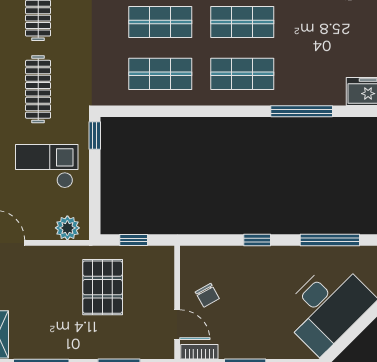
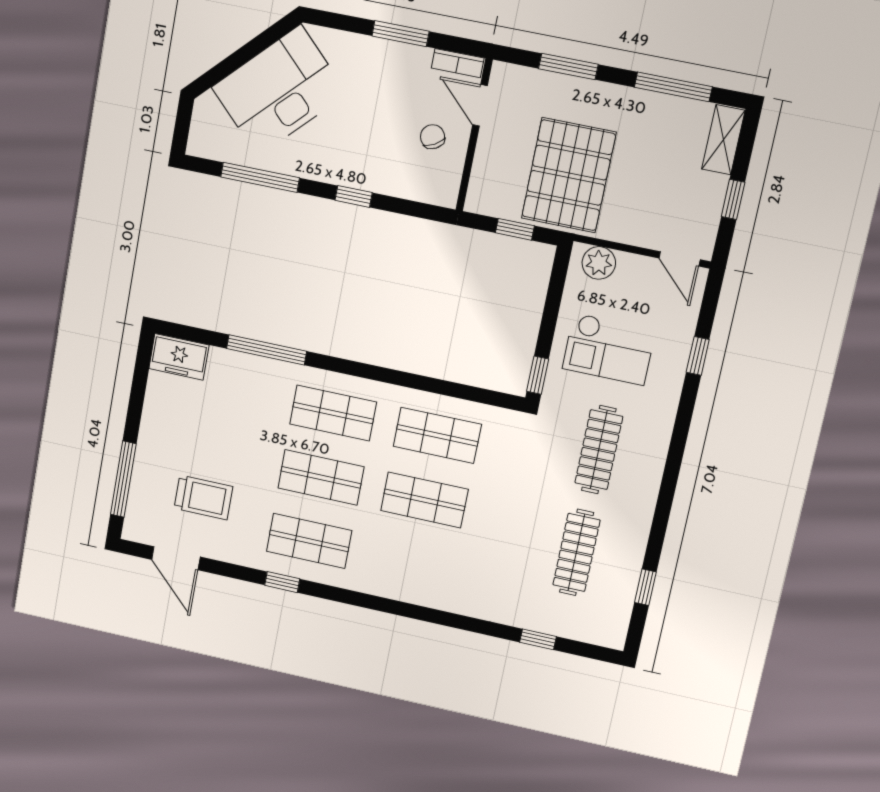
pallet: (103, 287) -> (569, 175), width x1.37, depth x1.41

